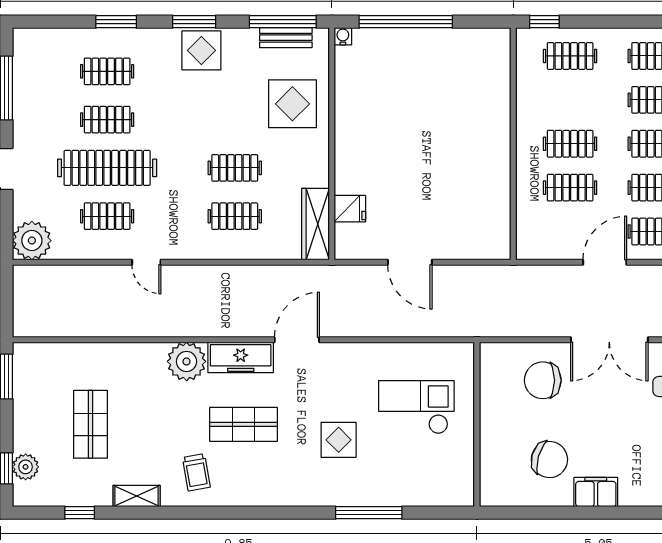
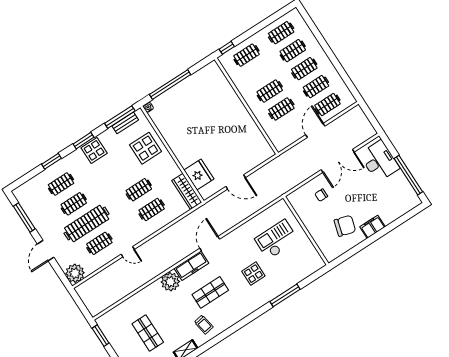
fridge: (350, 209) -> (199, 175), width x1.88, depth x1.34
chair: (543, 380) -> (321, 195), width x0.54, depth x0.54

